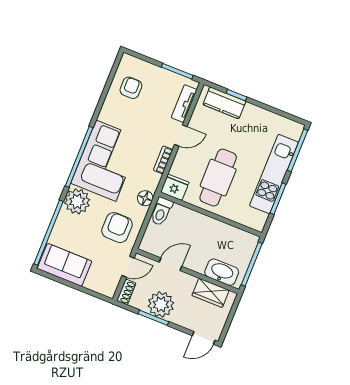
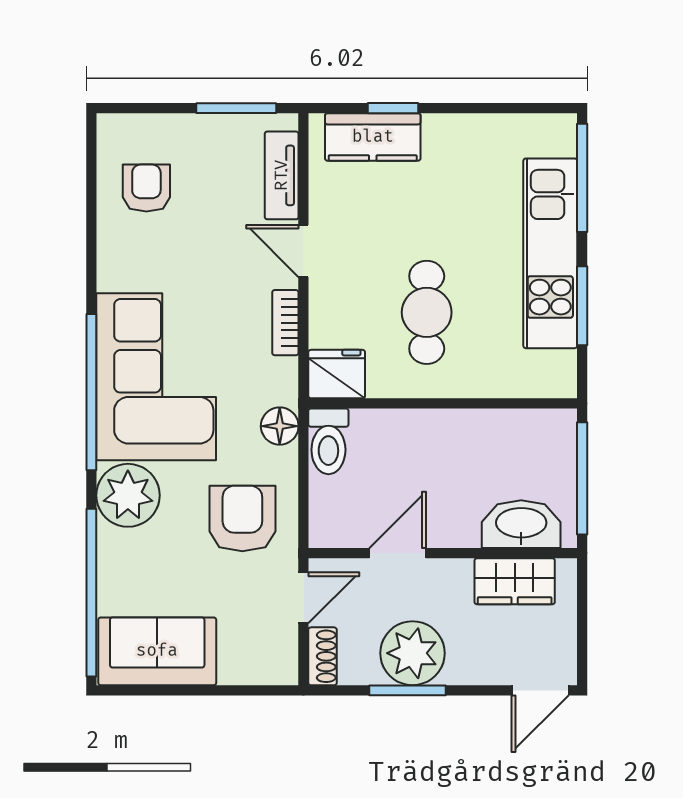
door: (181, 136) -> (303, 251), swing flipped
cafe table: (218, 178) -> (427, 312), width x0.73, depth x0.74

